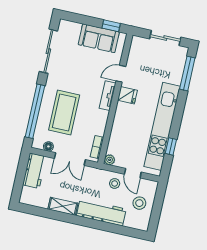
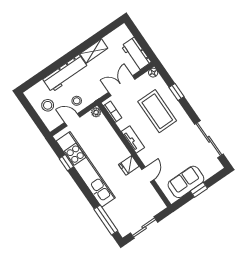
window: (111, 26) -> (199, 190), moved
tv unit: (108, 96) -> (133, 139), moved
window: (35, 111) -> (177, 92), width x0.32
floor lamp: (48, 146) -> (153, 73), moved

